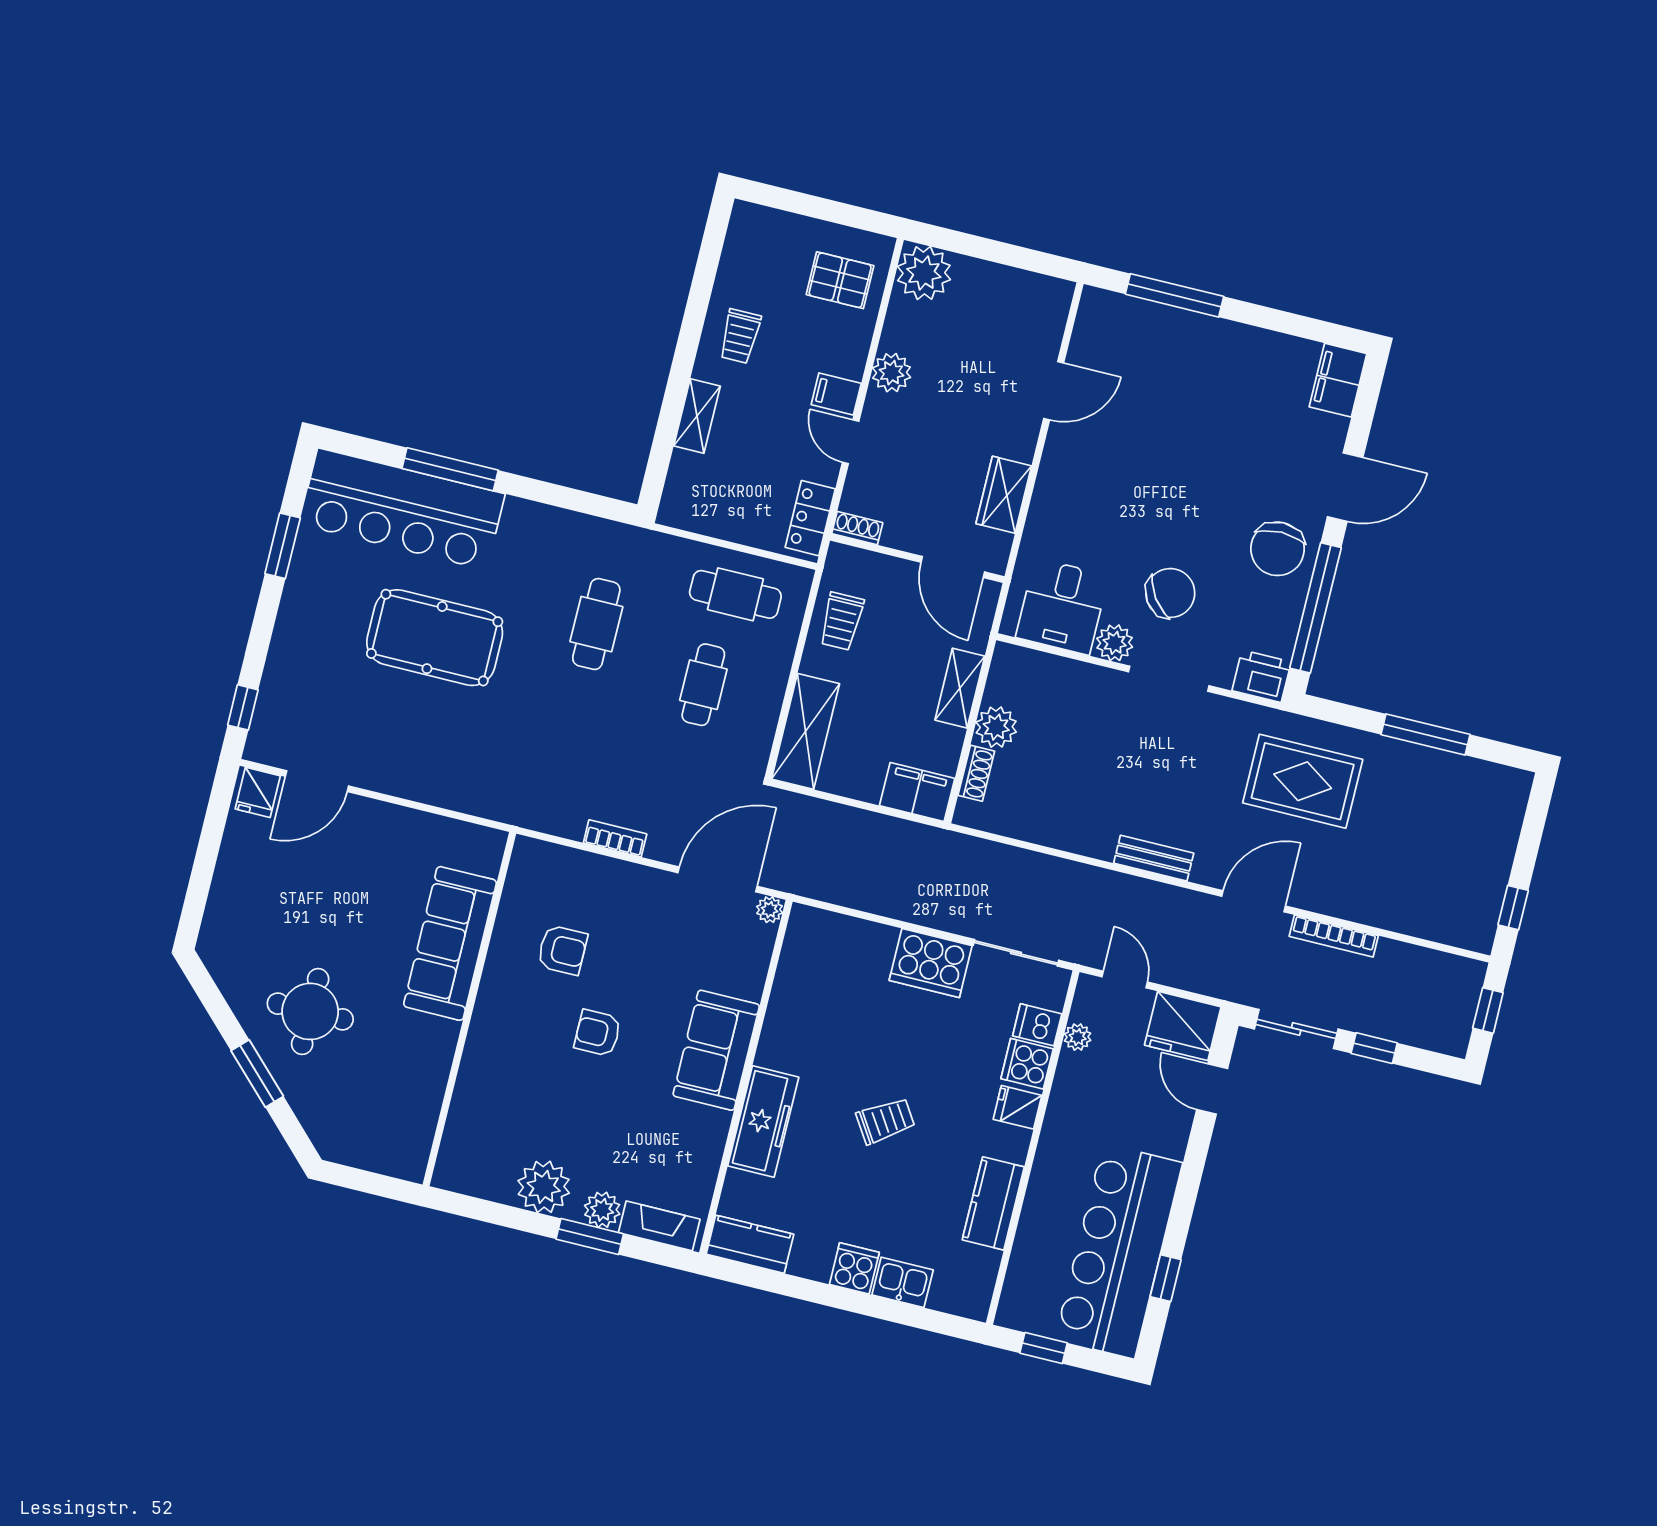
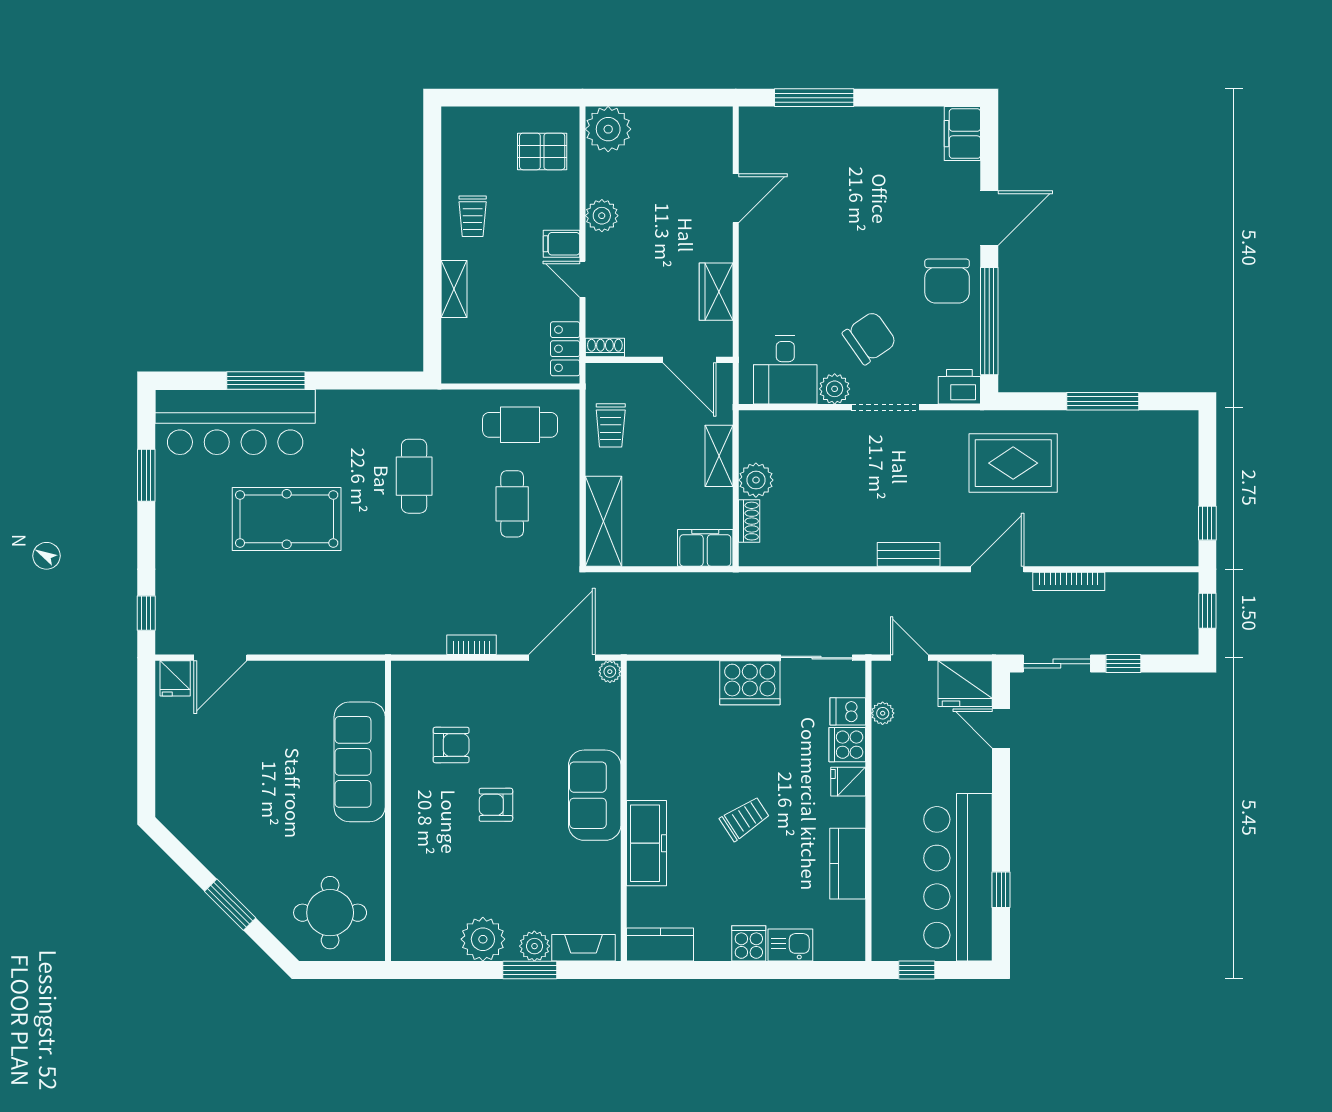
round table: (310, 1011) -> (330, 913), moved

